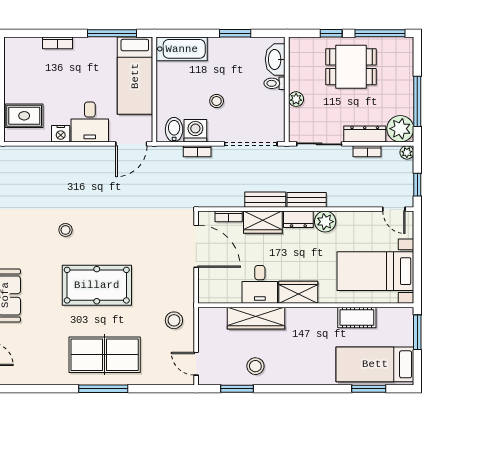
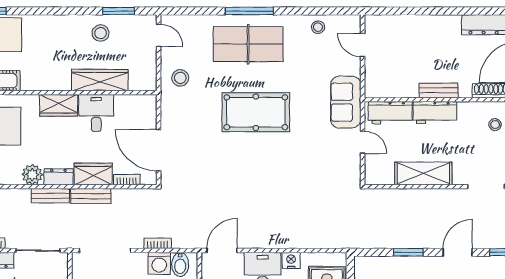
stool: (66, 230) -> (318, 27), moved

